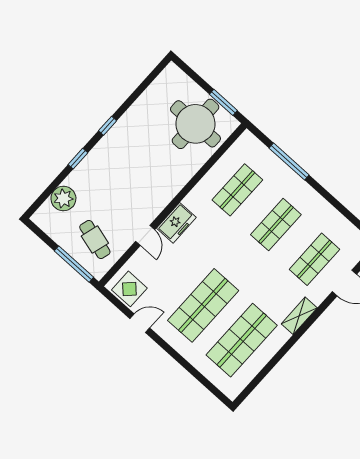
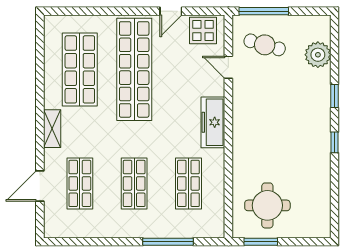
round table: (195, 124) -> (267, 205), width x0.73, depth x0.73
freezer: (176, 223) -> (213, 122), width x1.40
door: (145, 235) -> (228, 67), moved
shop shelf: (203, 305) -> (134, 69), width x1.40

